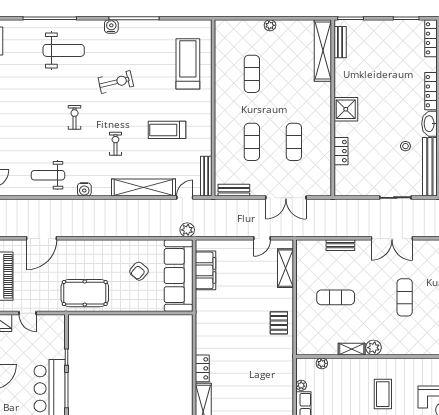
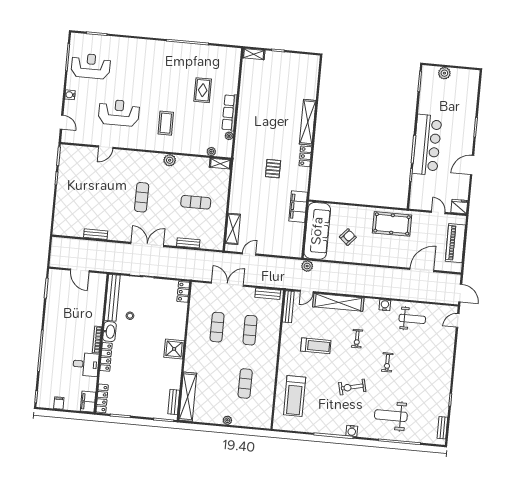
locker: (341, 151) -> (183, 292), moved
filing cabinet: (206, 270) -> (298, 207), moved
pallet: (279, 323) -> (273, 169), moved
shelving: (352, 349) -> (220, 164), moved

